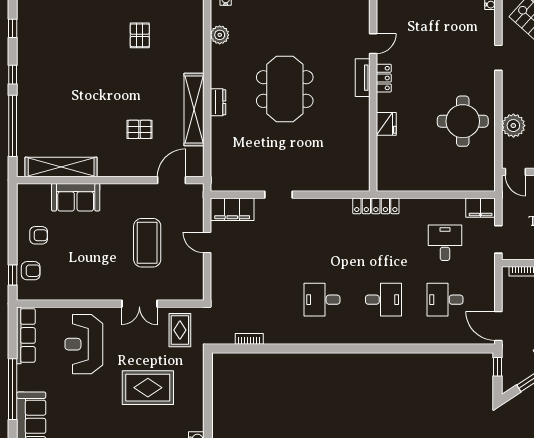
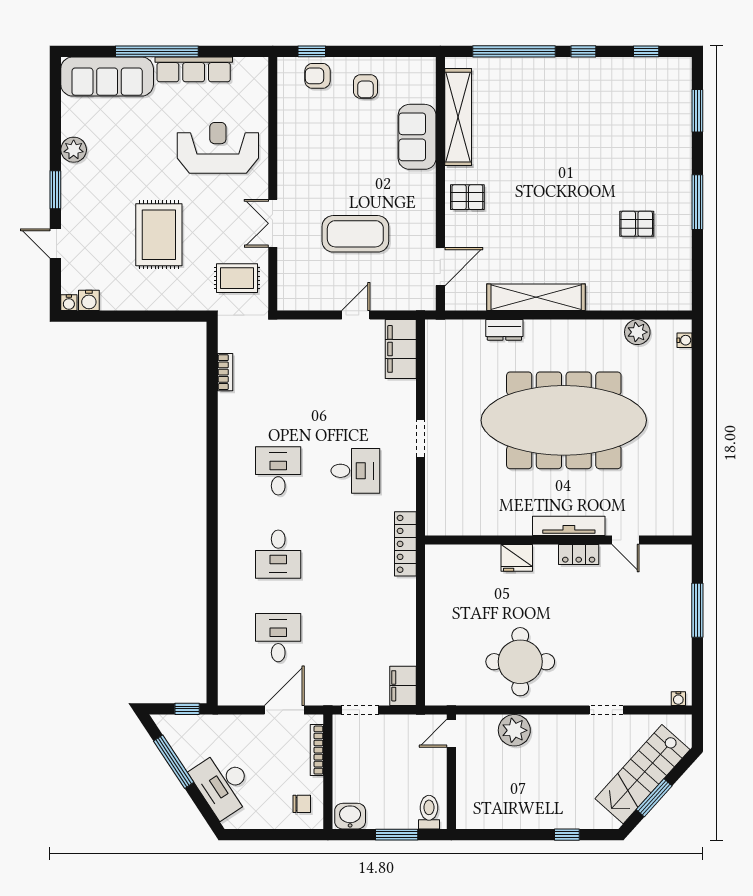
tv unit: (363, 78) -> (569, 526), width x1.41
meeting table: (285, 89) -> (564, 420), width x1.86, depth x1.27
dresser: (218, 102) -> (504, 330), moved
pallet: (139, 129) -> (467, 197), moved, turned 90
door: (171, 180) -> (440, 267), hinge flipped
doorway: (279, 195) -> (421, 439), moved
desk: (445, 243) -> (355, 471), moved
armchair: (31, 271) -> (317, 76), turned 90
door: (498, 326) -> (284, 710), moved
row of seats: (26, 335) -> (194, 69), moved

